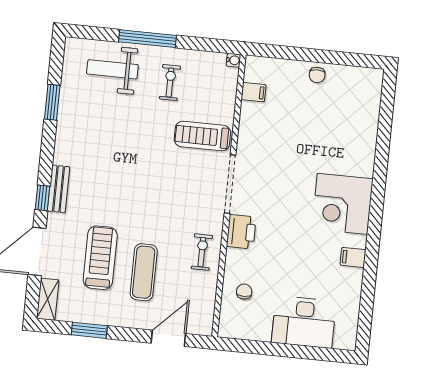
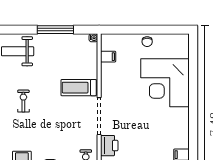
window: (148, 39) -> (55, 30), moved
exercise bike: (170, 82) -> (23, 101), moved
corner desk: (342, 204) -> (165, 83), moved, width x1.36, depth x1.36

